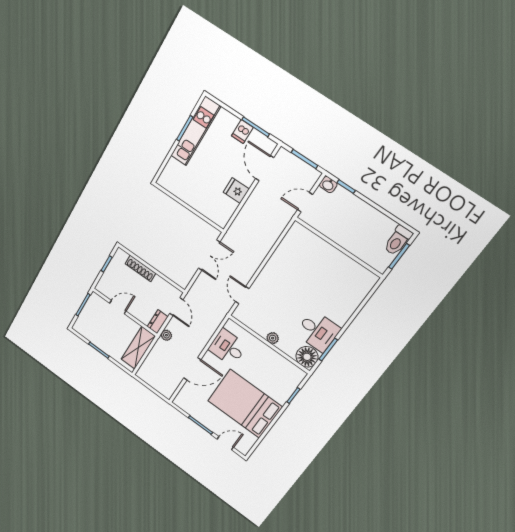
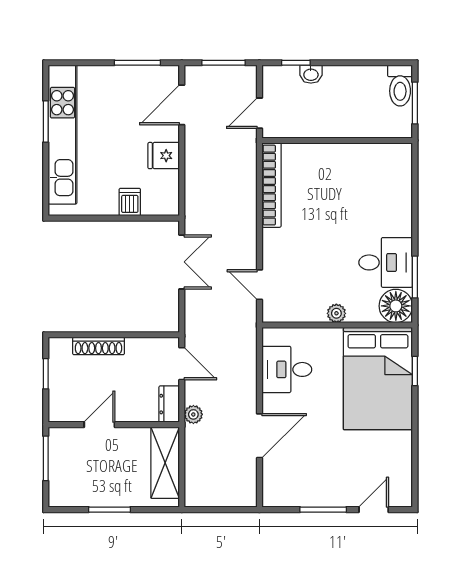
kitchen unit: (196, 131) -> (63, 135), width x1.36
dishwasher: (242, 132) -> (130, 202), moved, turned 180
door: (265, 168) -> (182, 105), hinge flipped
washbasin: (328, 185) -> (311, 74), moved
bookcase: (284, 247) -> (271, 185), added
bed: (245, 404) -> (378, 379), moved, turned -90

